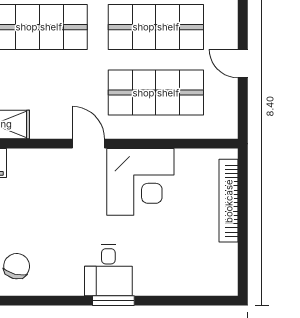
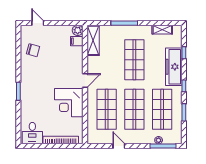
door: (243, 64) -> (119, 146), hinge flipped
desk: (108, 270) -> (32, 133), moved, turned -90

